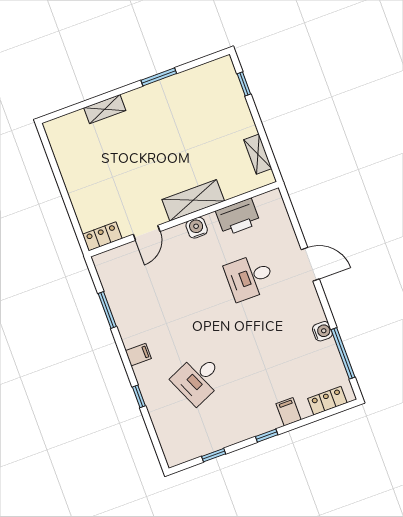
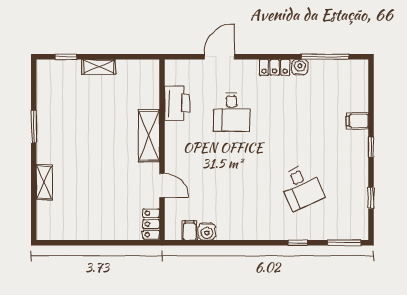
shelving: (258, 154) -> (99, 67), moved
water cooler: (197, 228) -> (207, 232), moved, turned -90
door: (310, 264) -> (219, 57), moved
window: (107, 310) -> (344, 243), moved
filing cabinet: (138, 355) -> (189, 230), moved
locker: (327, 401) -> (275, 67), moved, turned -90

